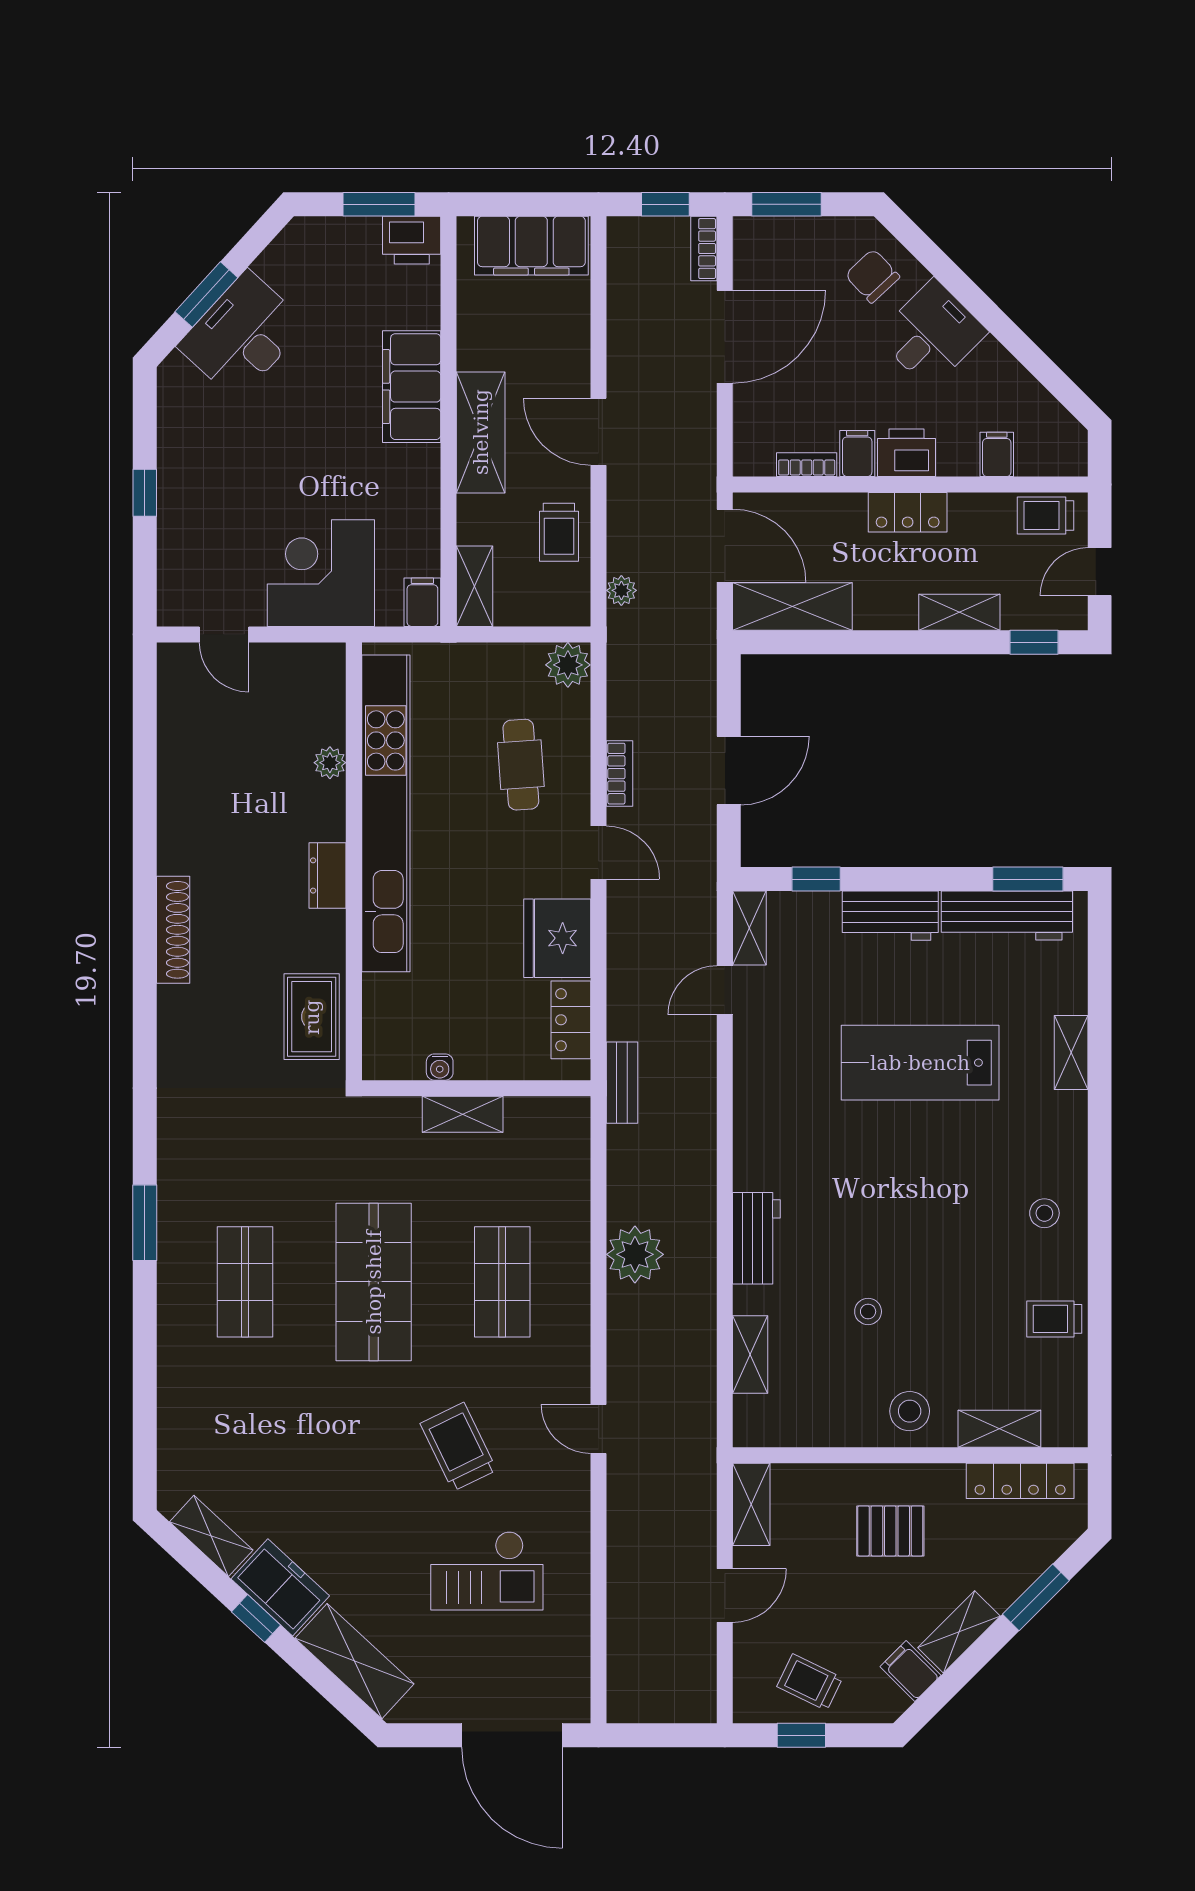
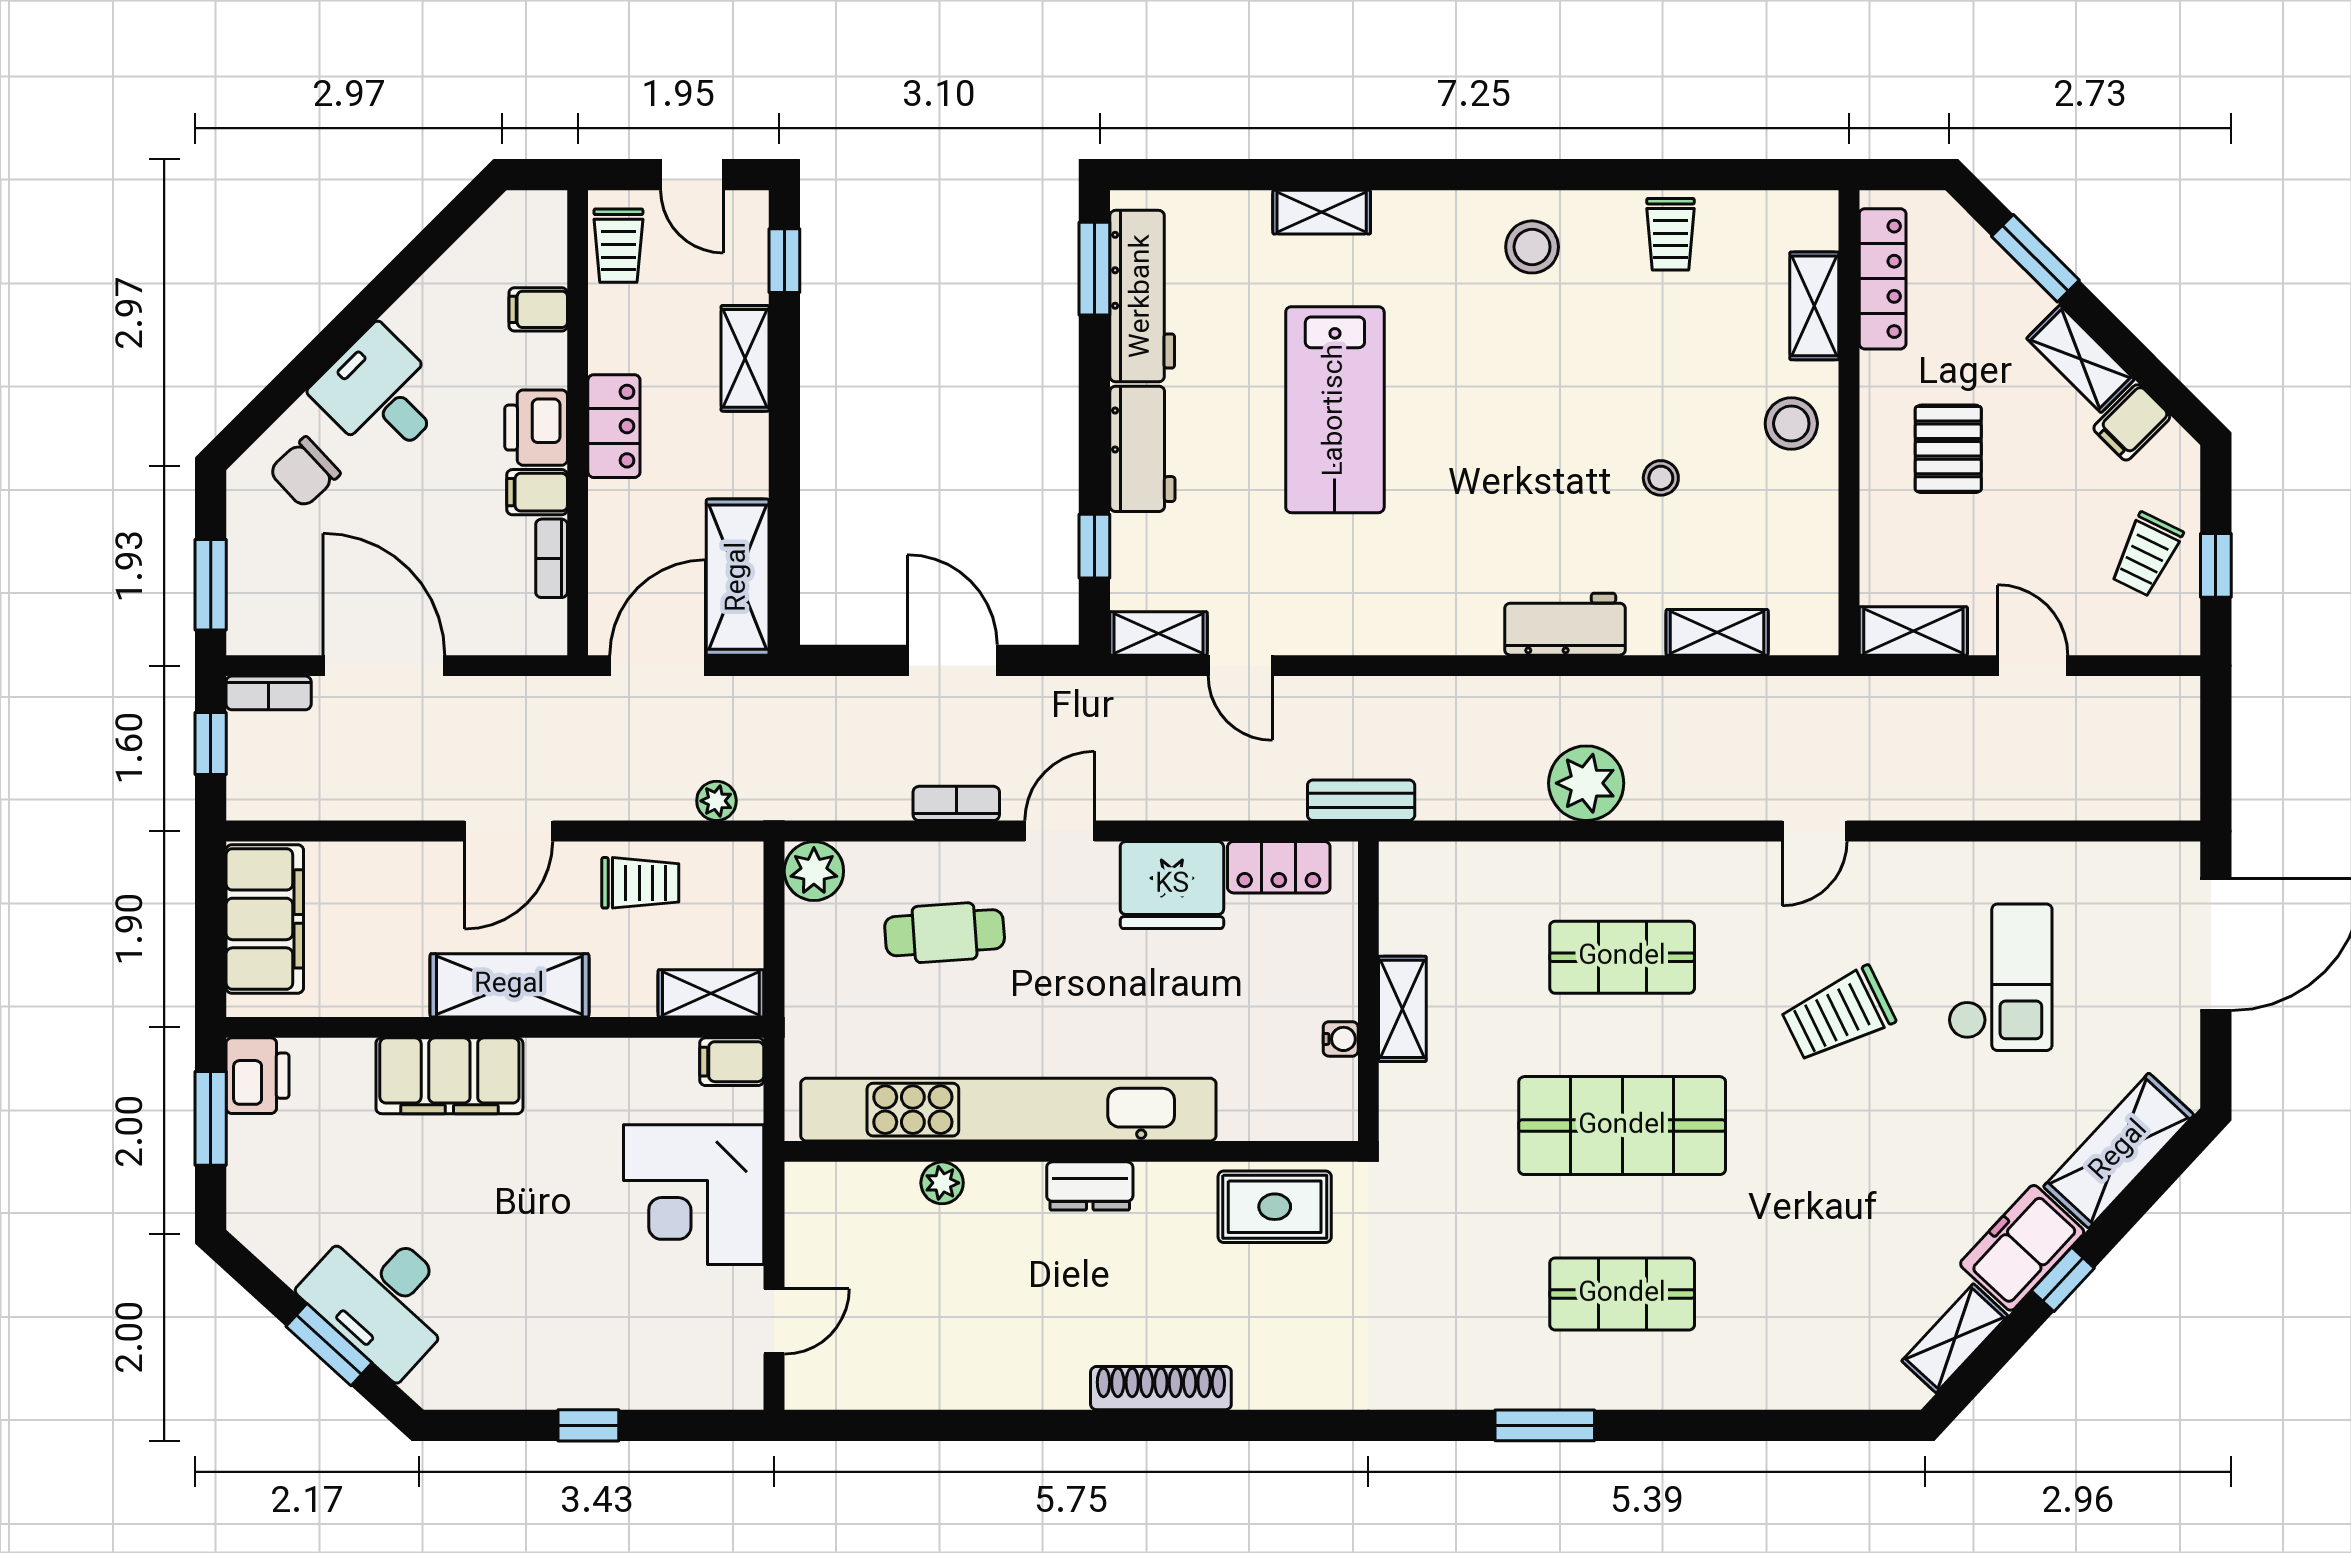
stool: (1044, 1213) -> (1532, 247), width x1.37, depth x1.37

